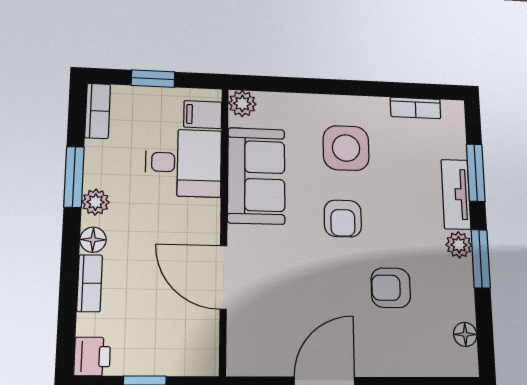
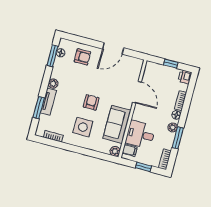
window: (481, 259) -> (52, 56), moved
armchair: (391, 288) -> (82, 57), moved

